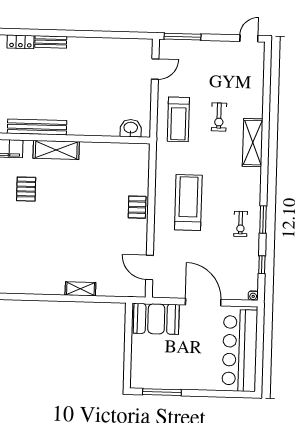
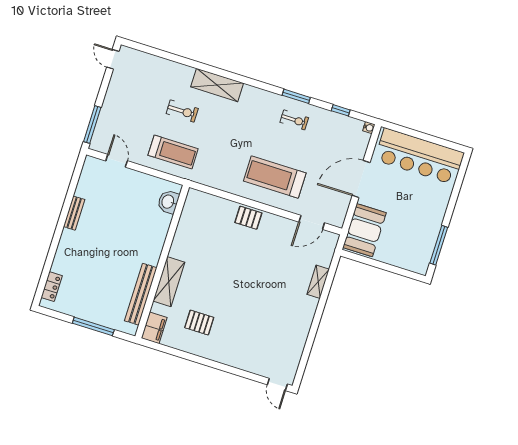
bench: (51, 42) -> (74, 213), moved
treadmill: (188, 202) -> (275, 177), moved
shelving: (80, 289) -> (318, 282), moved

